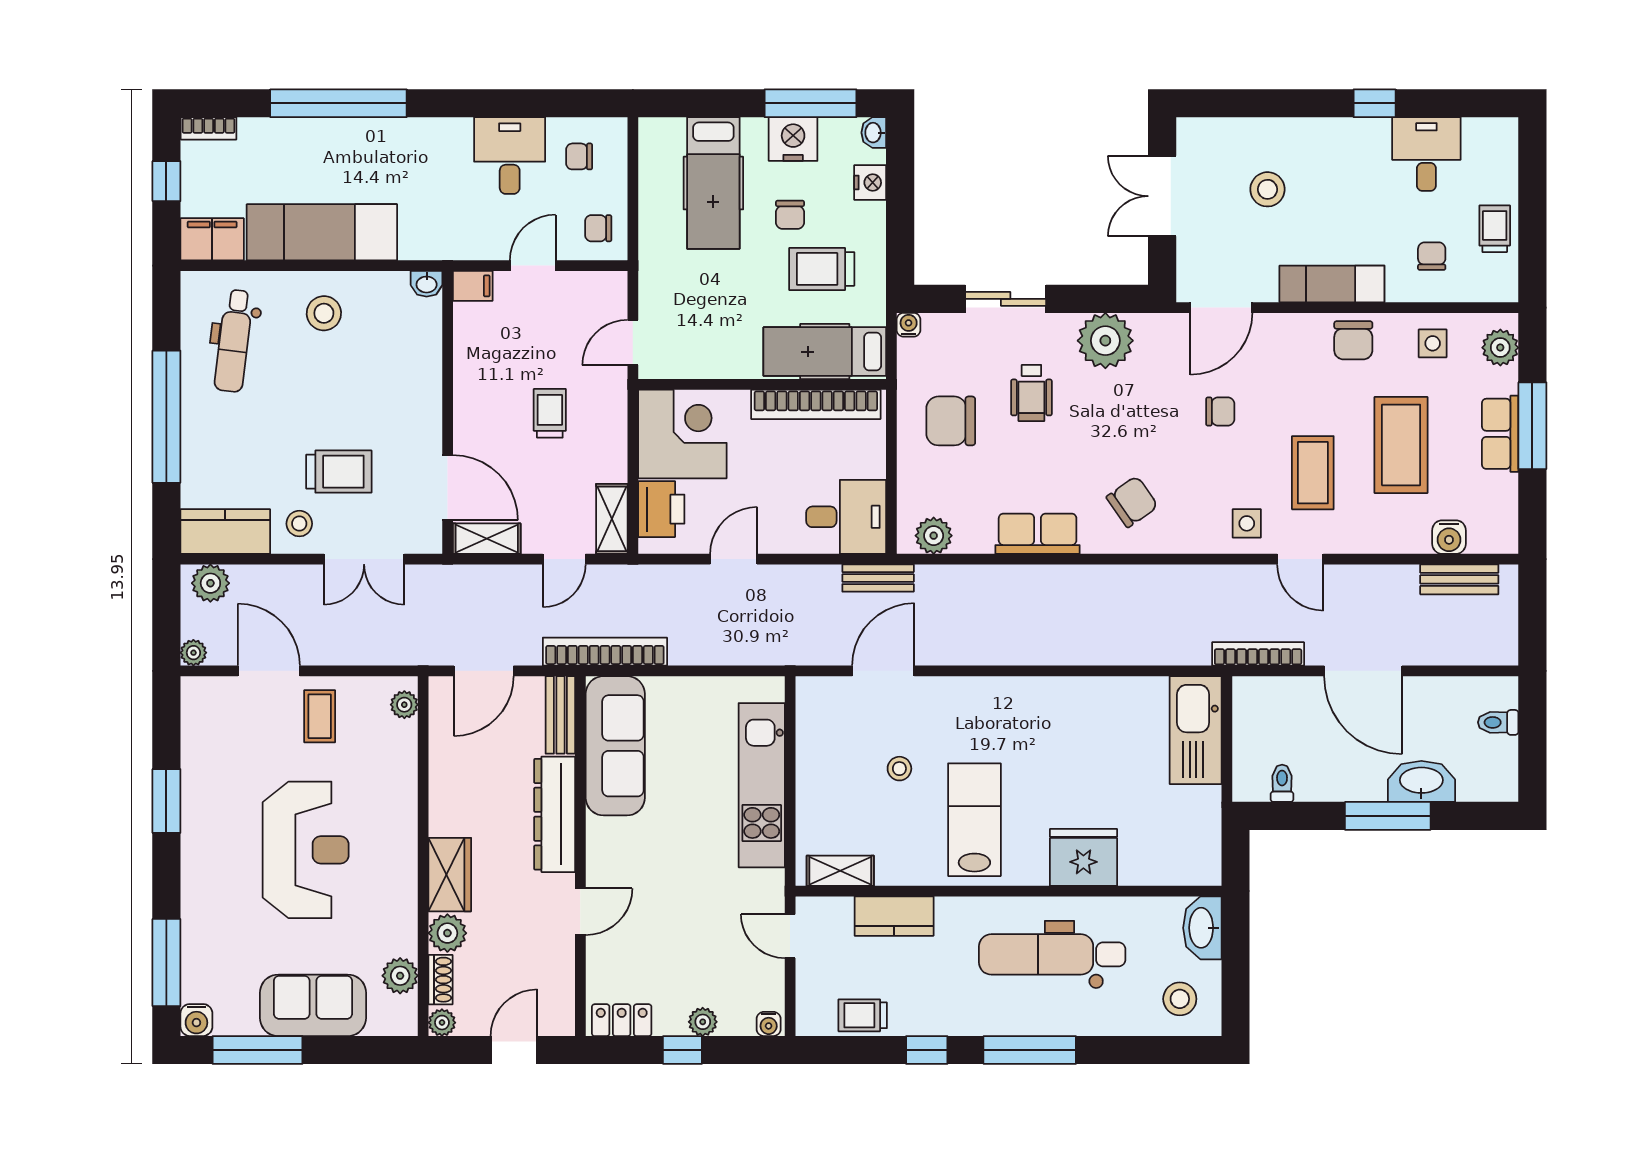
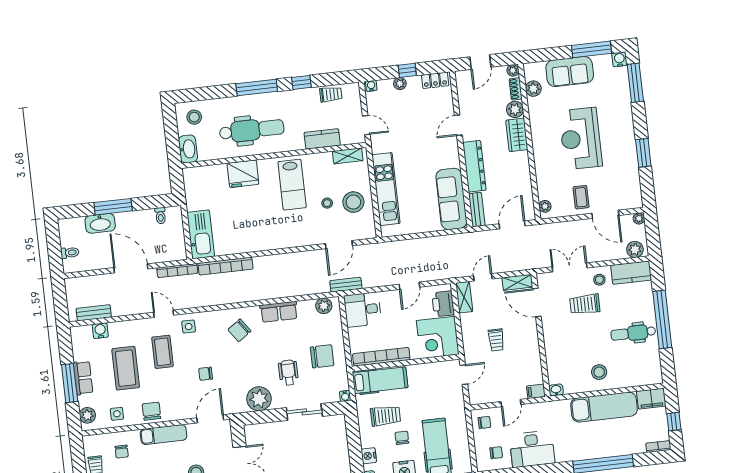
desk: (510, 156) -> (532, 449), width x1.37
dental chair: (234, 341) -> (633, 333), moved, turned -97
bookcase: (605, 652) -> (225, 266), moved
stool: (839, 764) -> (353, 202), added

